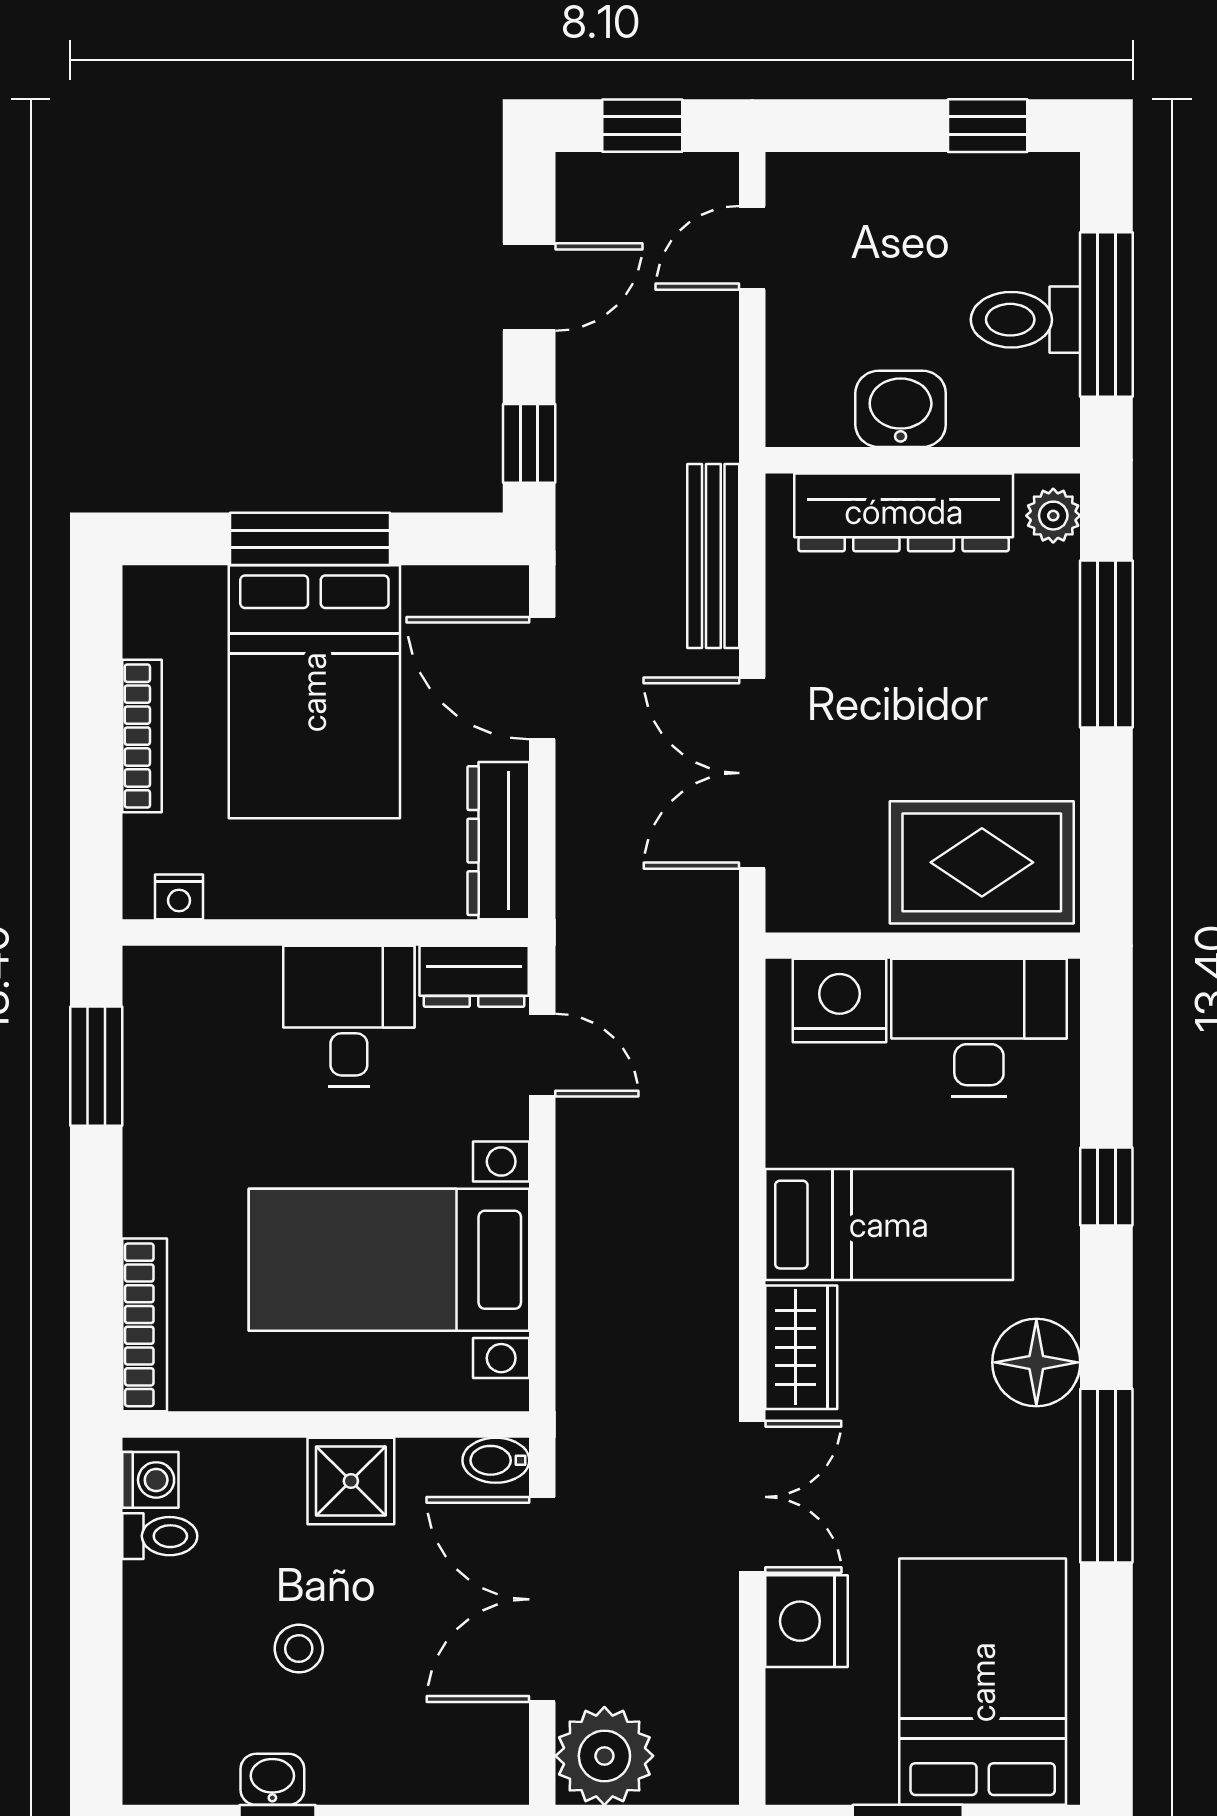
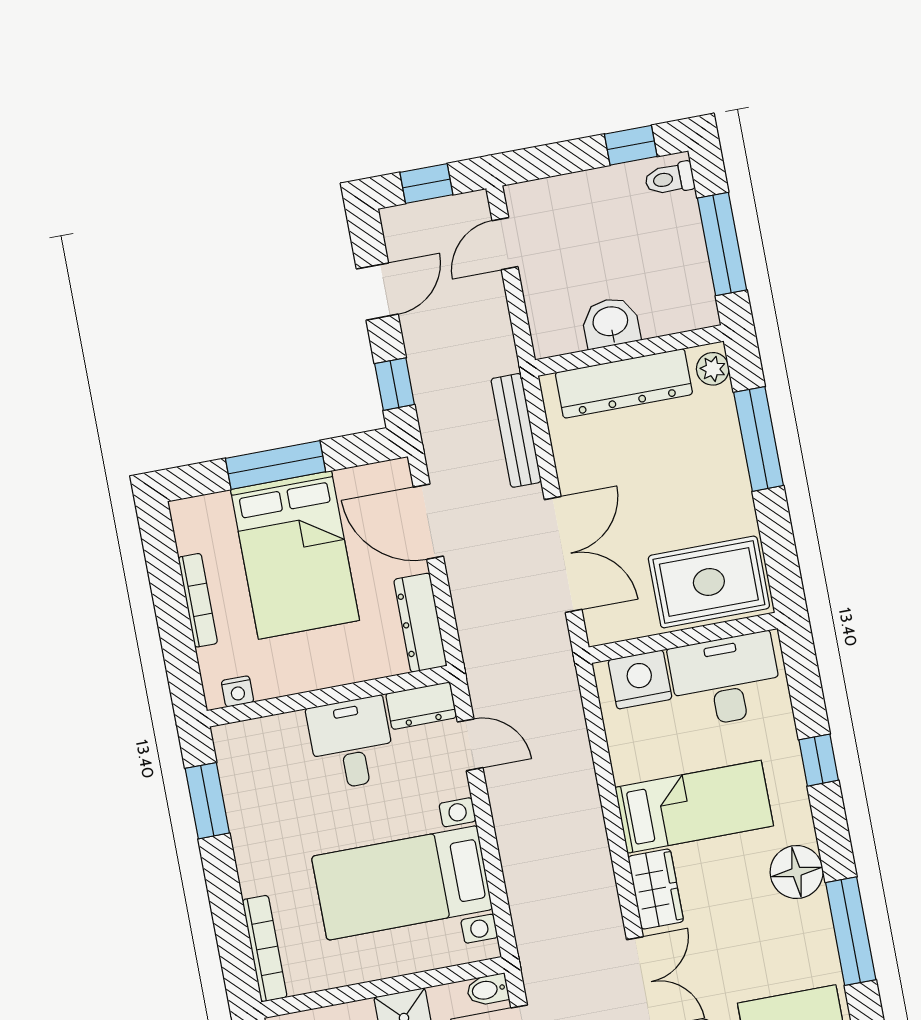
toilet: (1026, 320) -> (670, 179), moved, width x0.73, depth x0.72
double door: (752, 773) -> (563, 555), swing flipped

